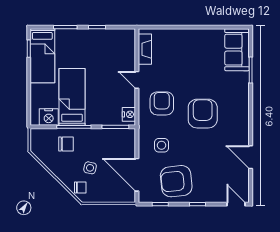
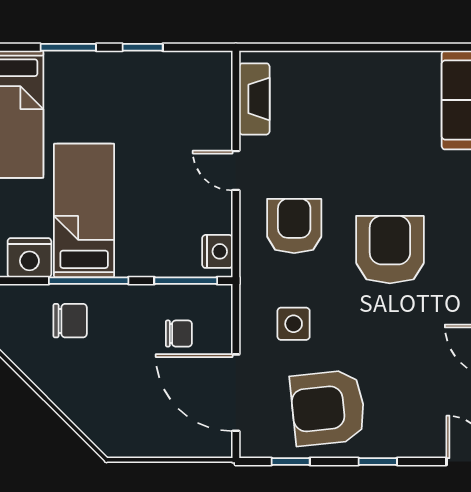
side table: (90, 168) -> (126, 377), removed
chair: (80, 187) -> (179, 334), moved

